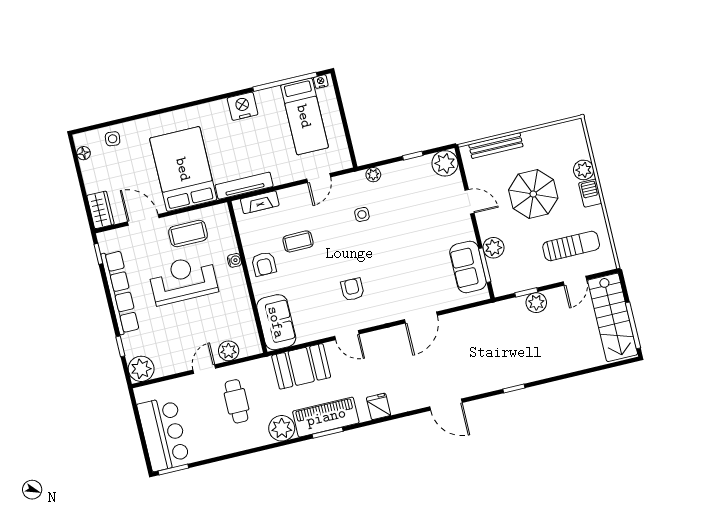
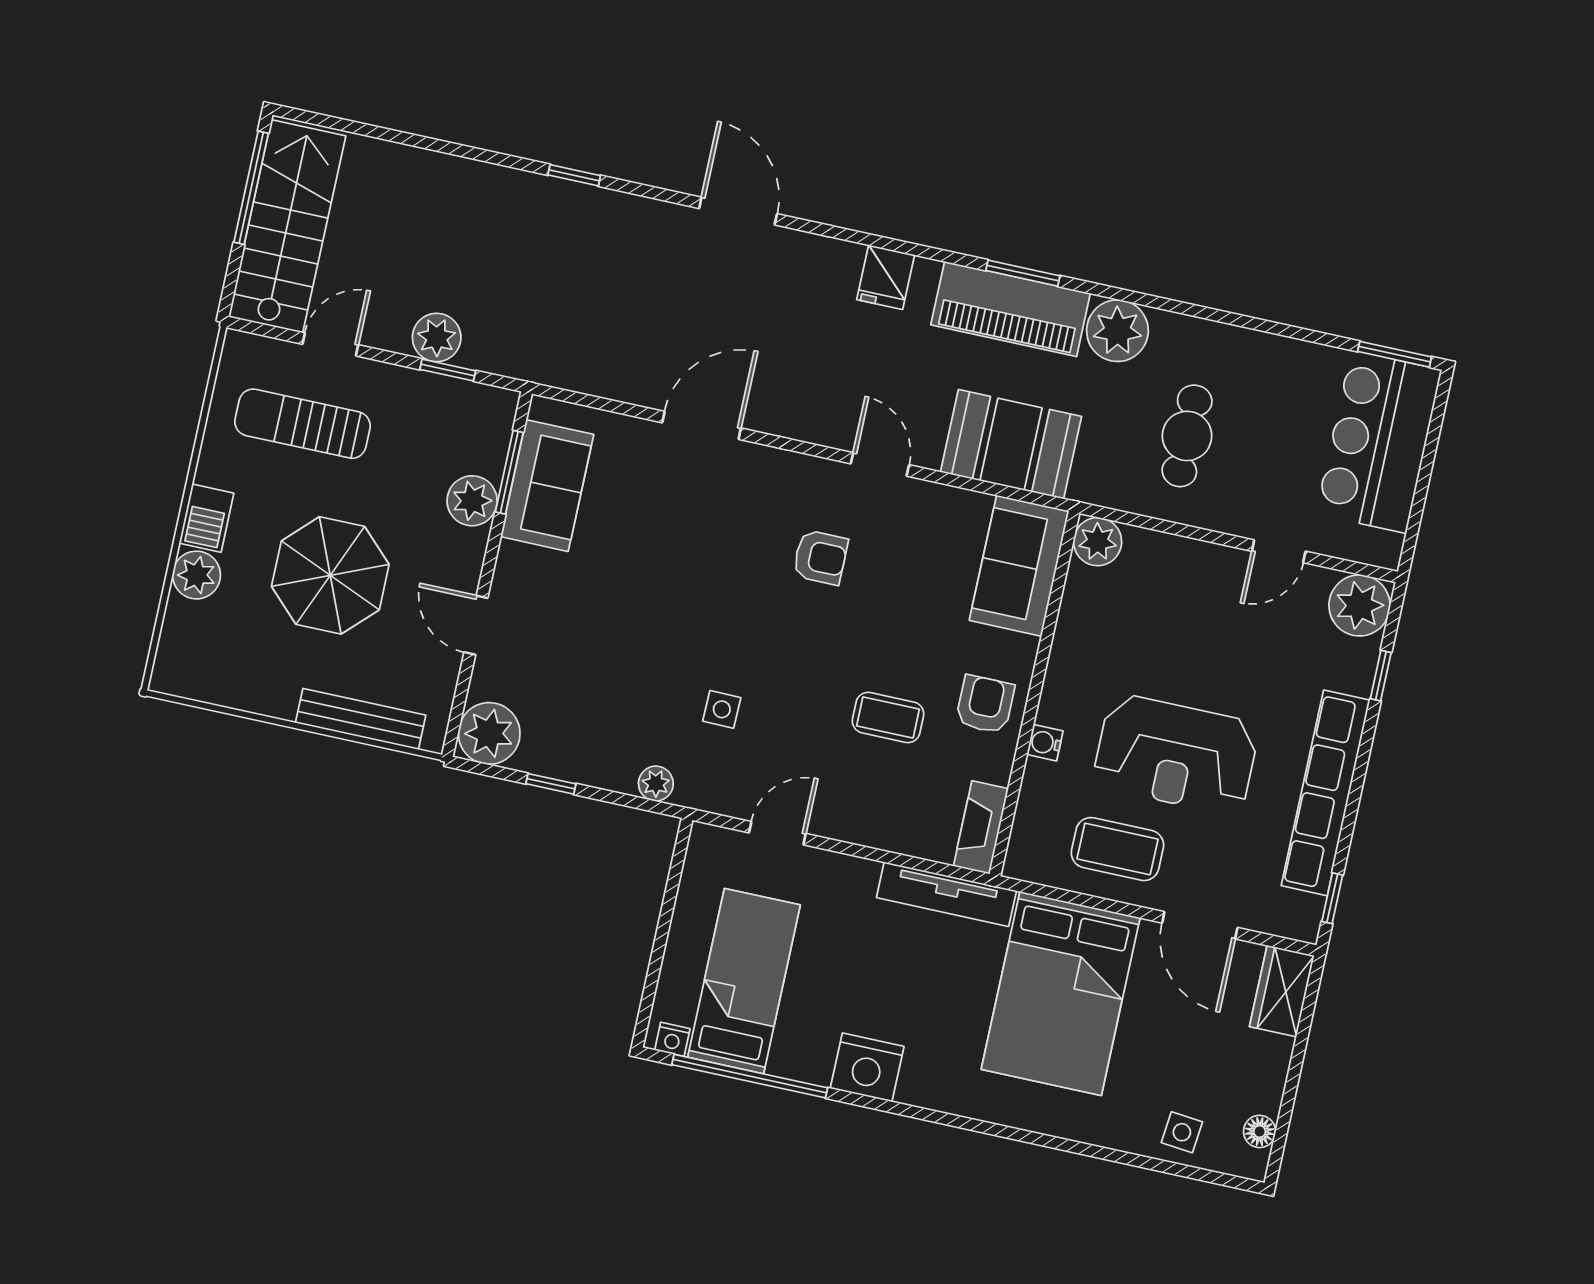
fireplace: (260, 202) -> (981, 827), moved, turned -90
armchair: (352, 289) -> (820, 557), turned -90
plant: (229, 351) -> (1098, 542), moved
door: (204, 369) -> (1279, 551), moved

